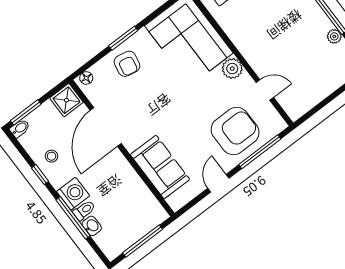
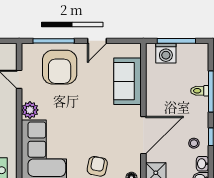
armchair: (235, 131) -> (60, 67), turned -90
washing machine: (73, 194) -> (166, 53), moved, turned -90
washbasin: (92, 226) -> (203, 164), moved

